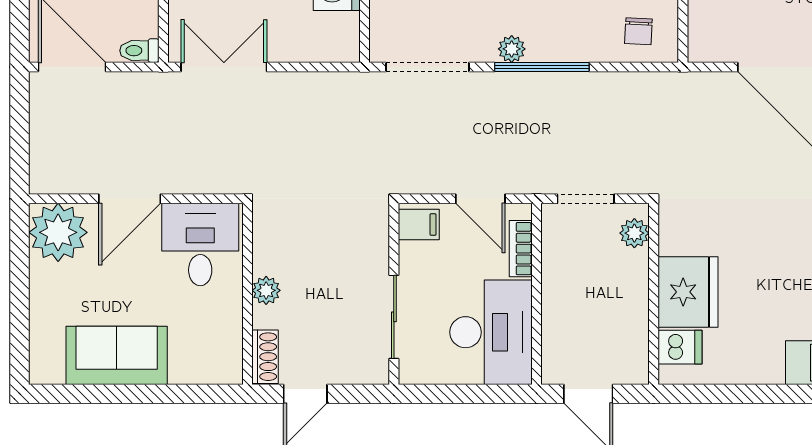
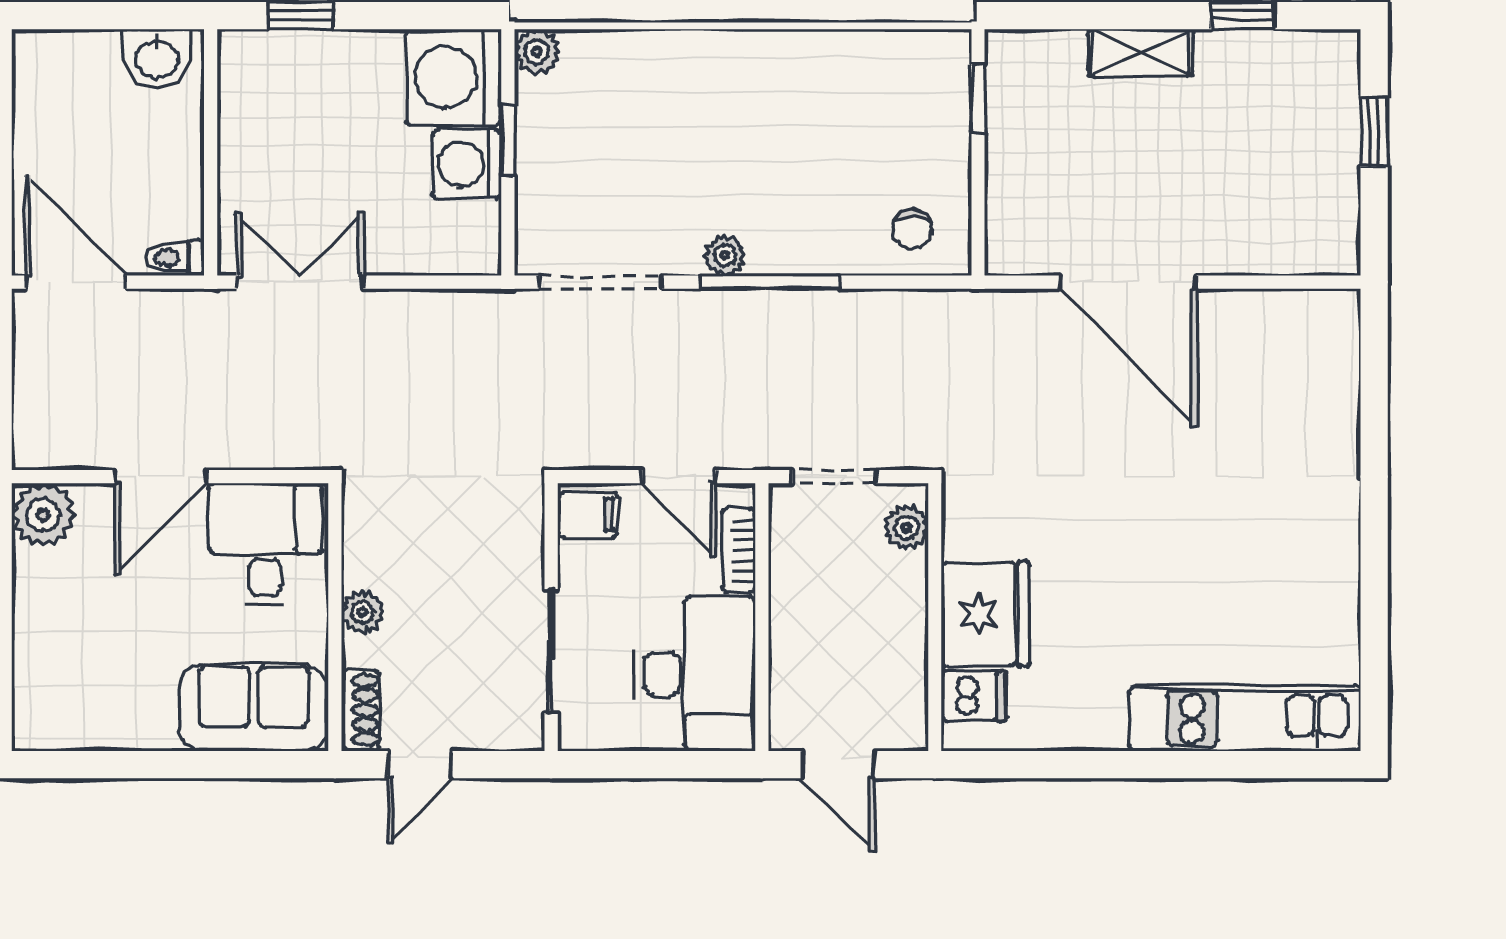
plant: (58, 232) -> (43, 515), width x0.73, depth x0.73
sofa: (117, 355) -> (254, 708), moved

